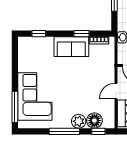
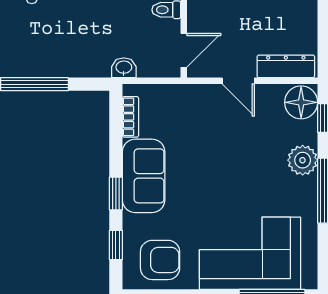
window: (81, 34) -> (116, 193), moved
armchair: (32, 54) -> (160, 260), added
floor lamp: (94, 121) -> (301, 102), moved

